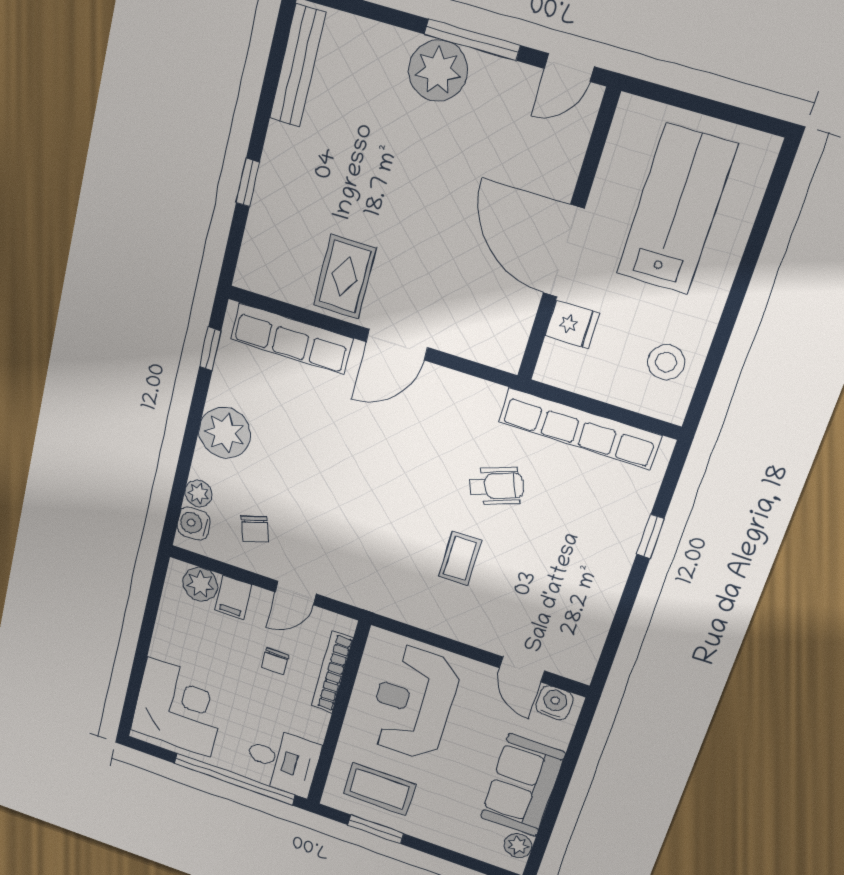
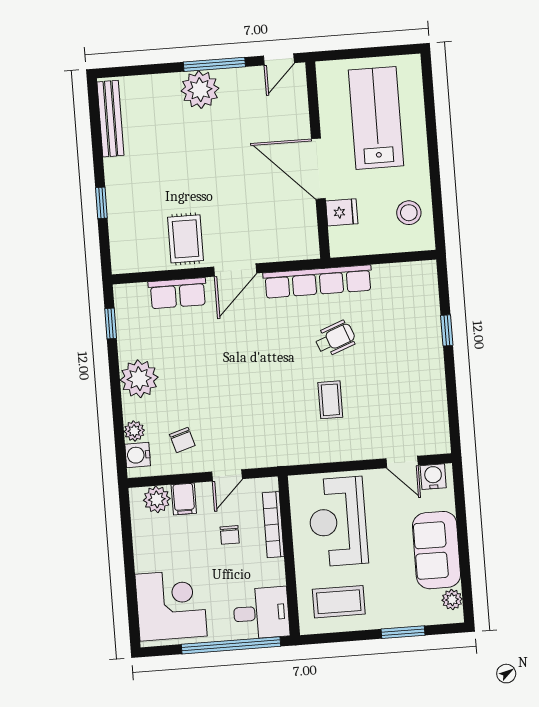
row of seats: (291, 339) -> (178, 293), width x0.68
row of seats: (580, 428) -> (318, 281), moved
window: (376, 829) -> (403, 632), moved

